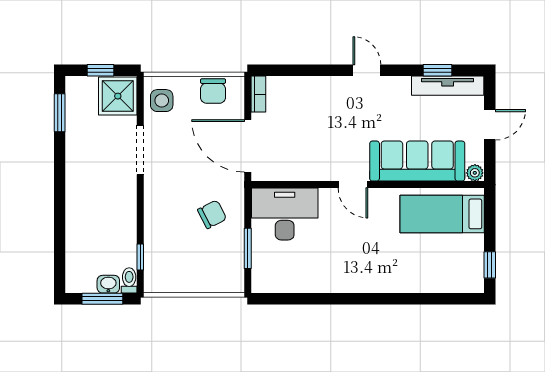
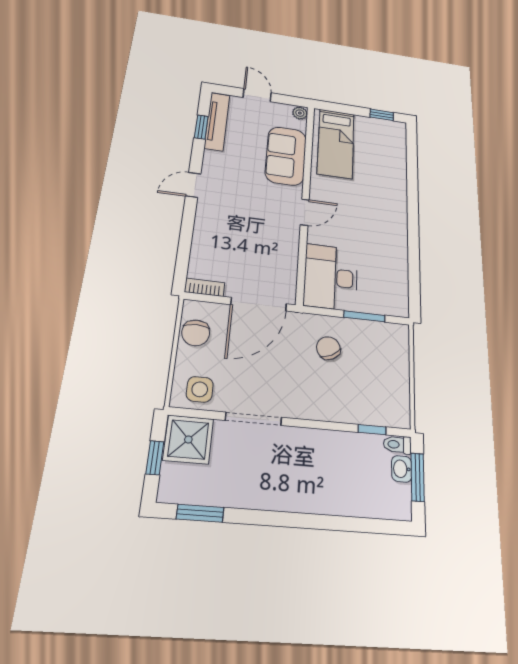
chair: (213, 91) -> (196, 333), turned 90
sofa: (417, 161) -> (286, 156), width x0.73

